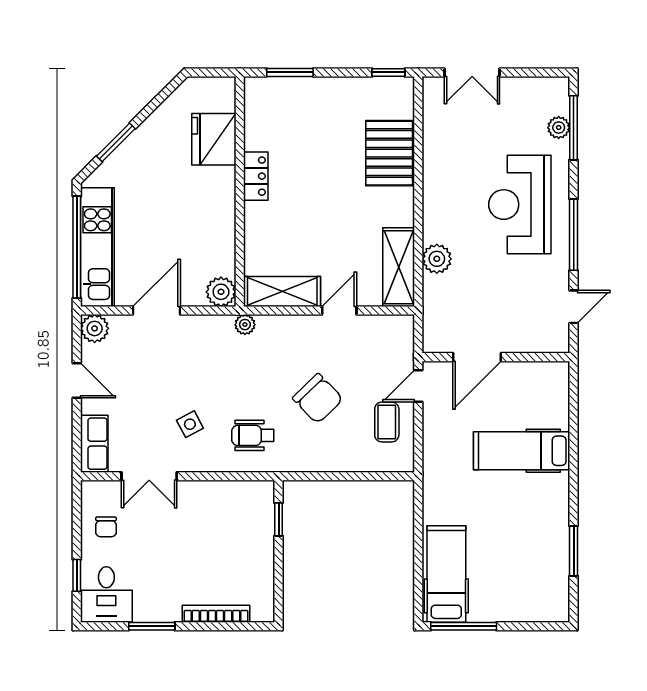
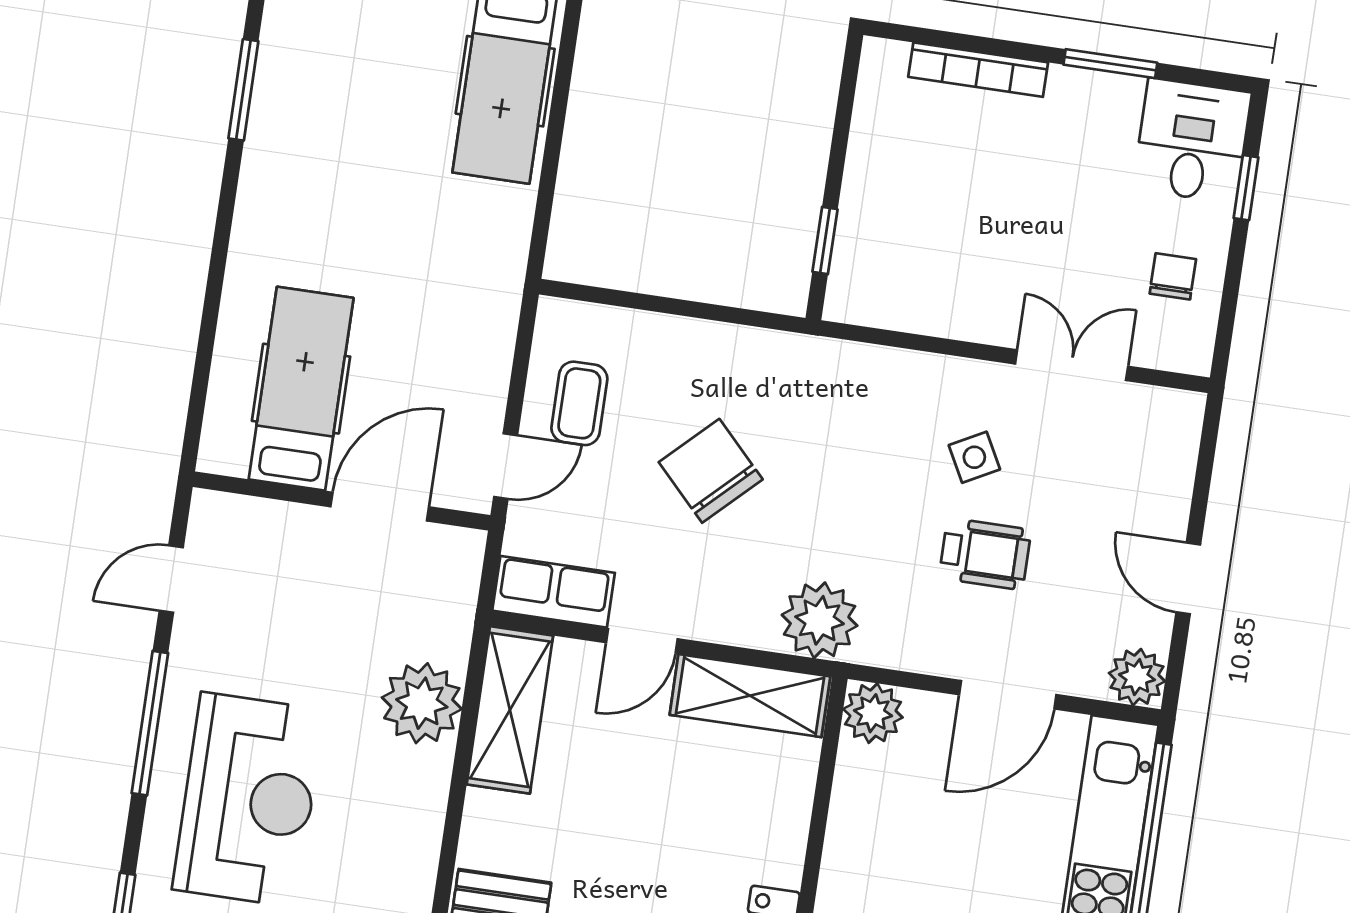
plant: (437, 259) -> (422, 703), width x1.36, depth x1.36
plant: (245, 325) -> (820, 620), width x1.87, depth x1.87
wheelchair: (253, 435) -> (985, 554), moved
row of seats: (94, 444) -> (554, 592), moved, turned 90
hospital bed: (522, 451) -> (301, 389), moved, turned -90

